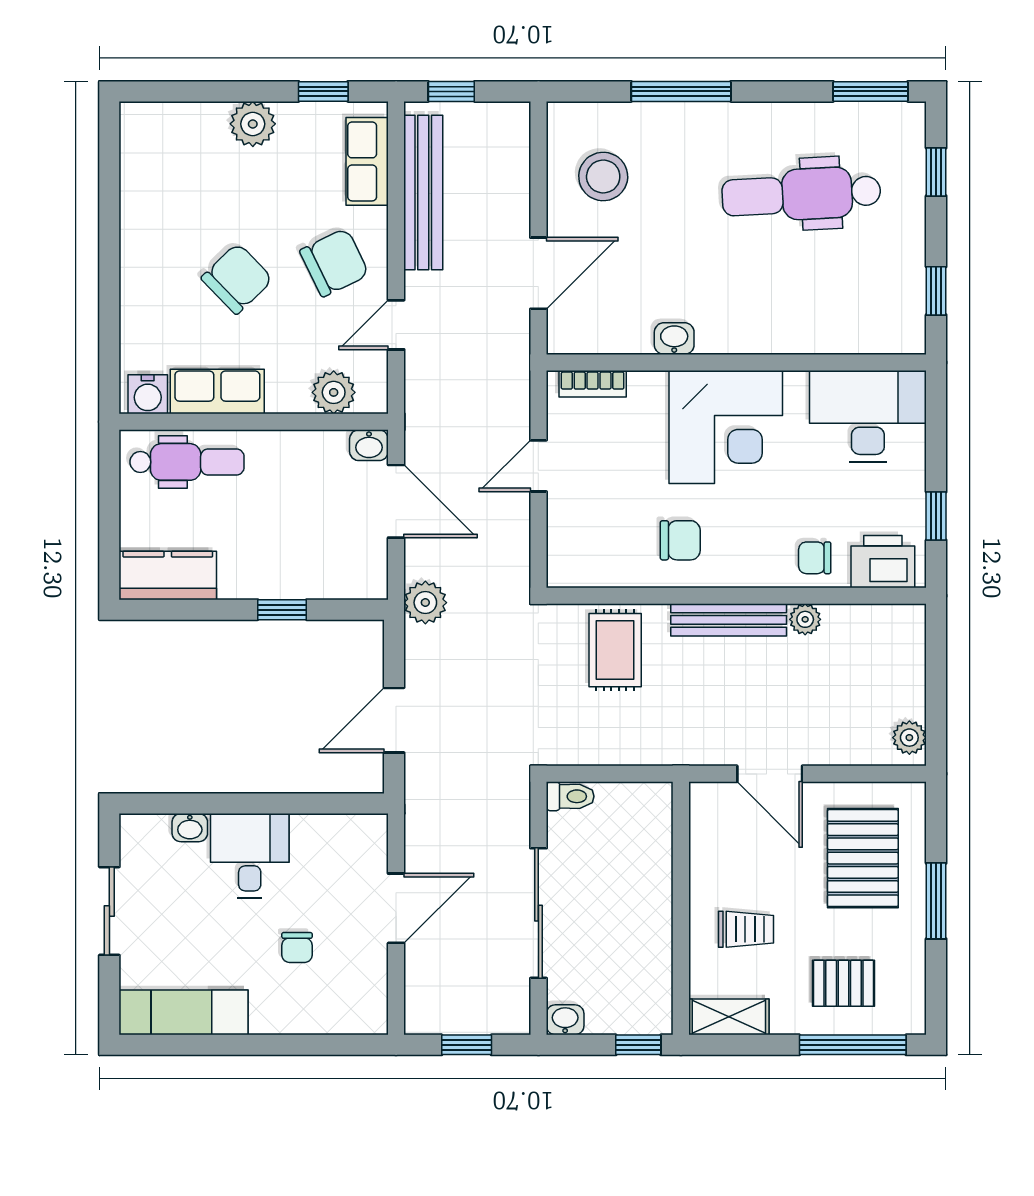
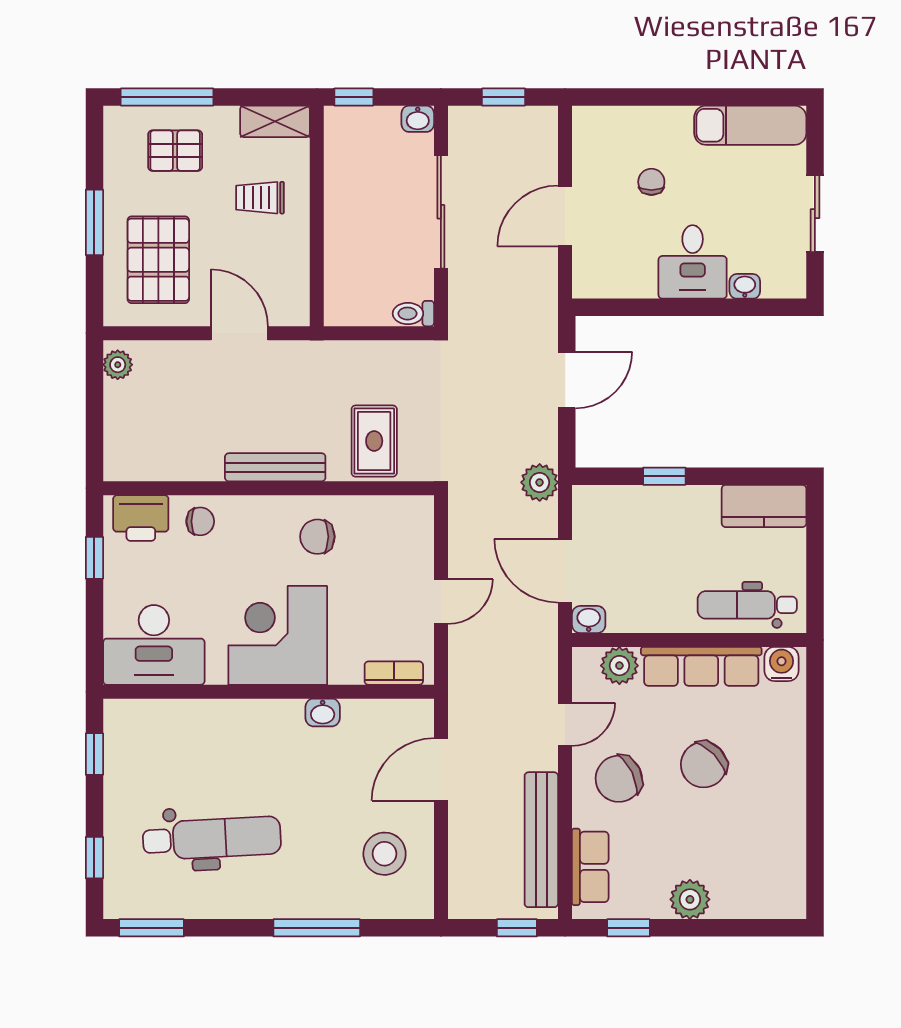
row of seats: (217, 391) -> (701, 666), width x1.48
plant: (805, 619) -> (209, 468), removed

